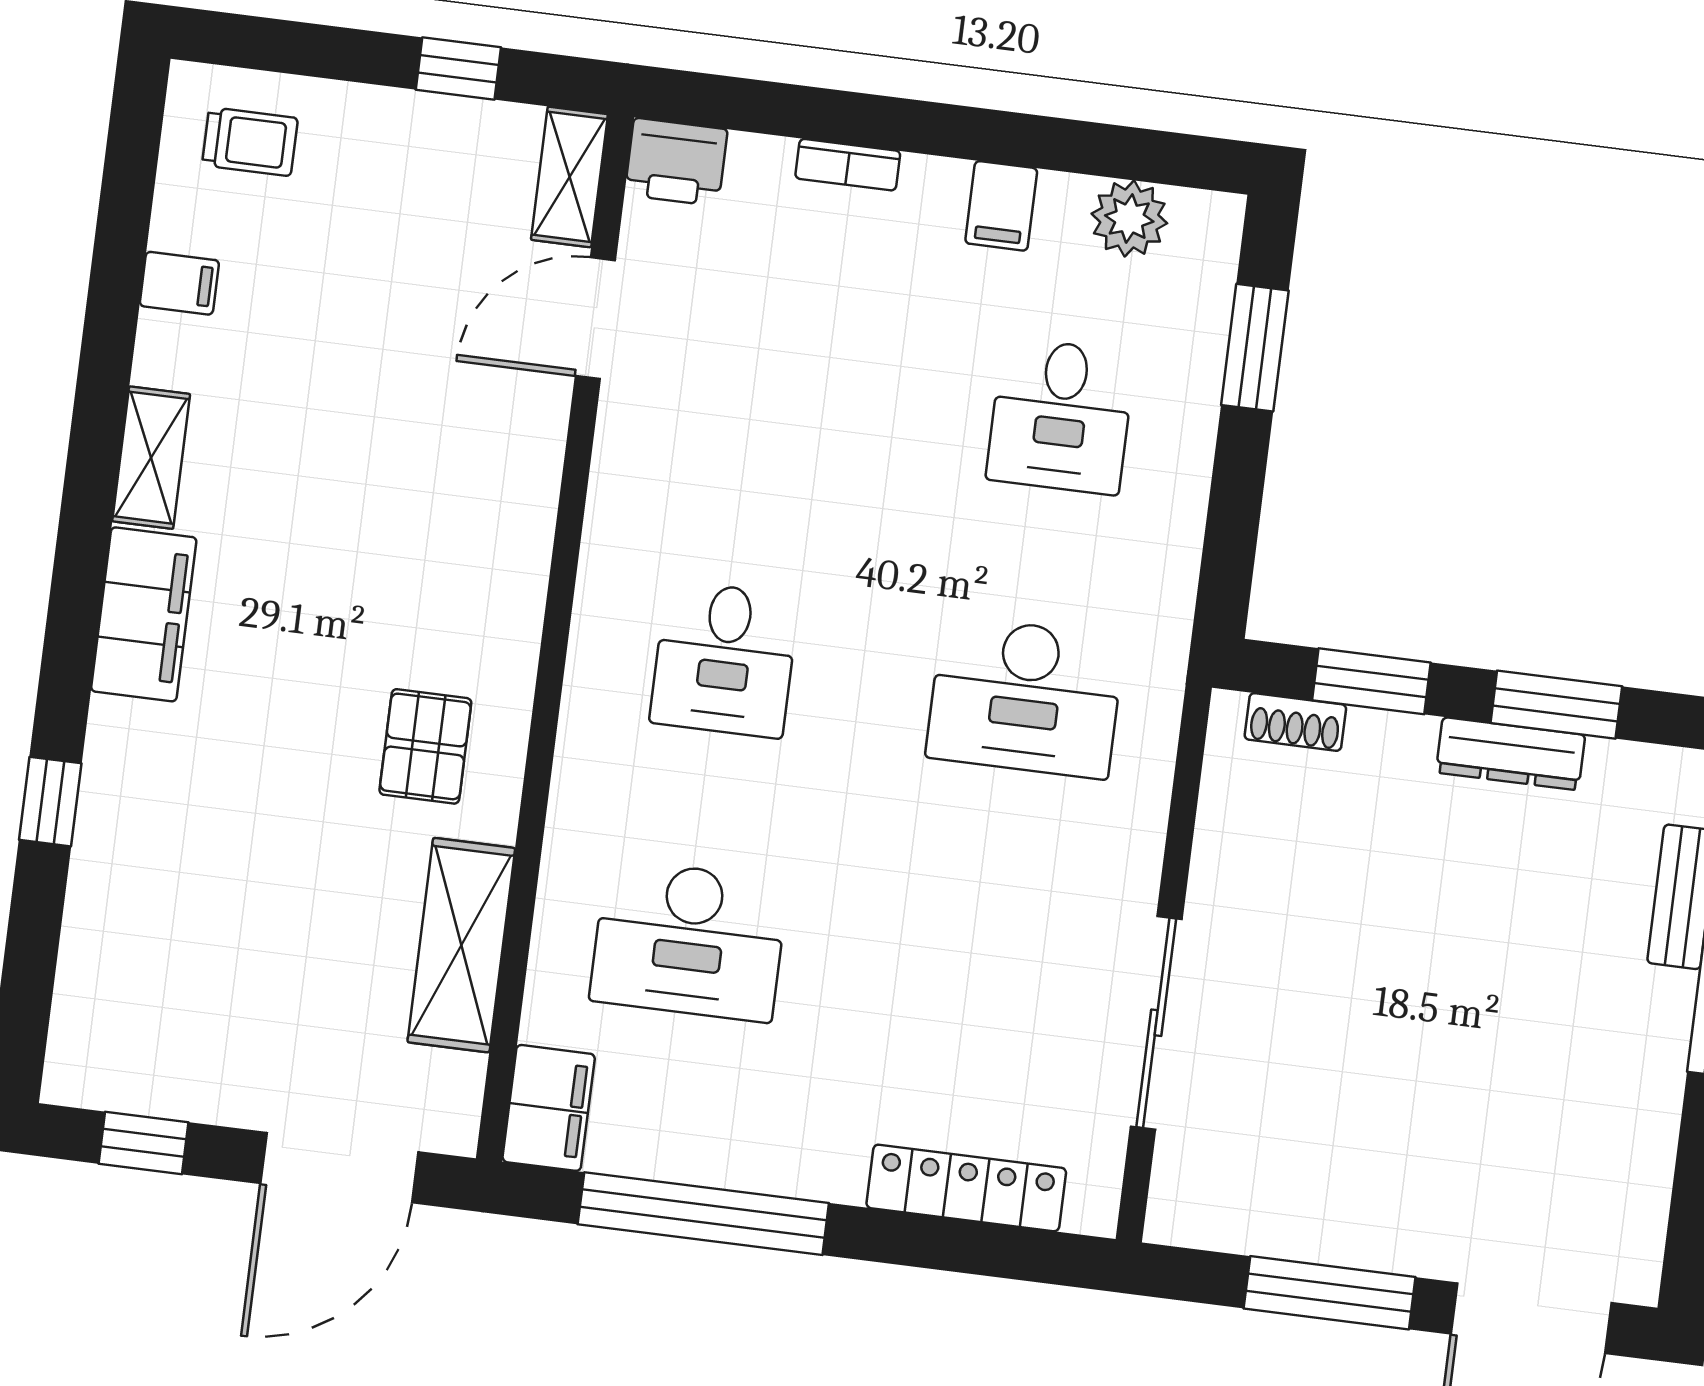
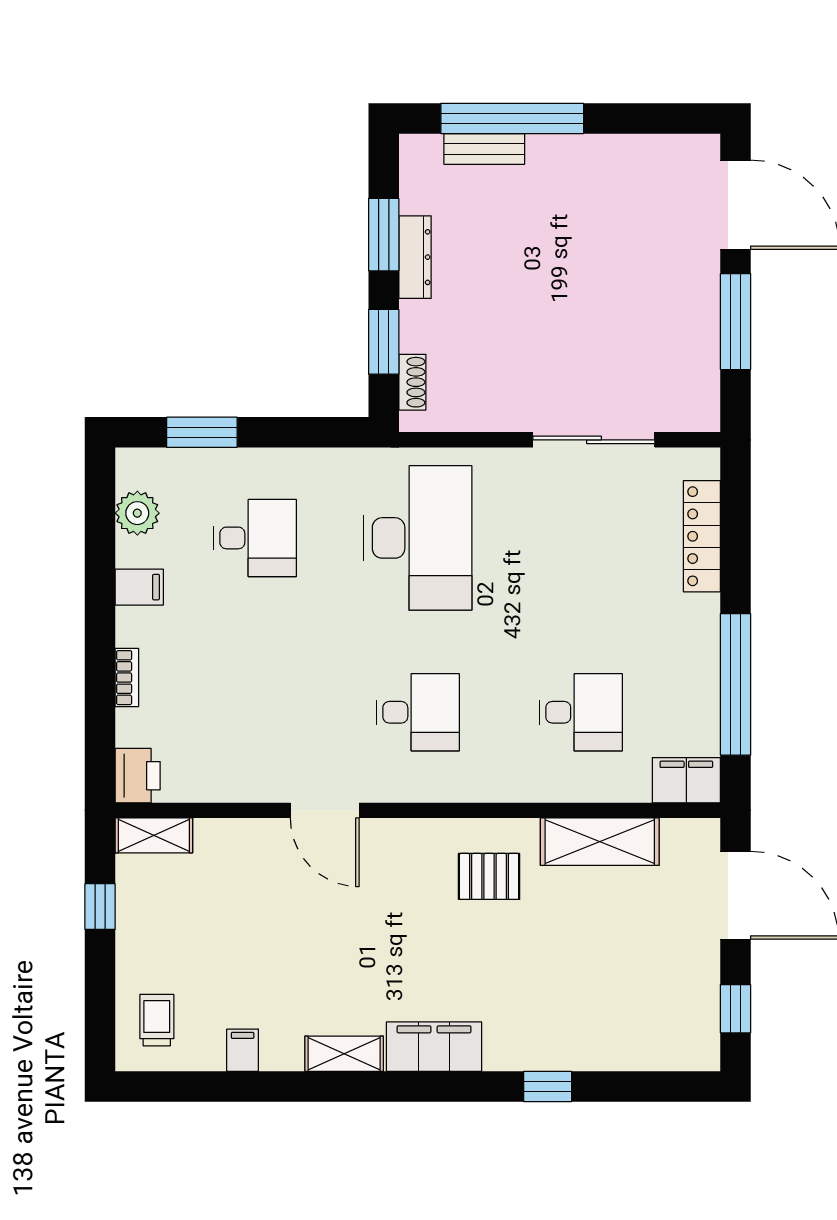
door: (595, 318) -> (325, 810), moved
desk: (1025, 697) -> (418, 538), width x1.36, depth x1.30
desk: (689, 941) -> (581, 712), width x0.73

